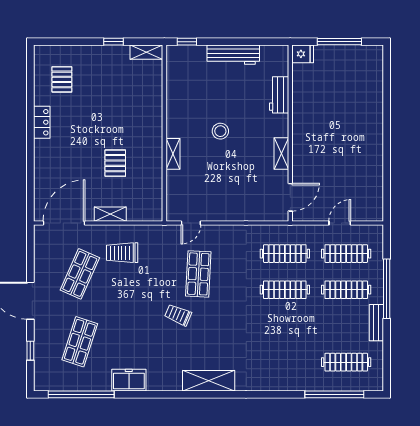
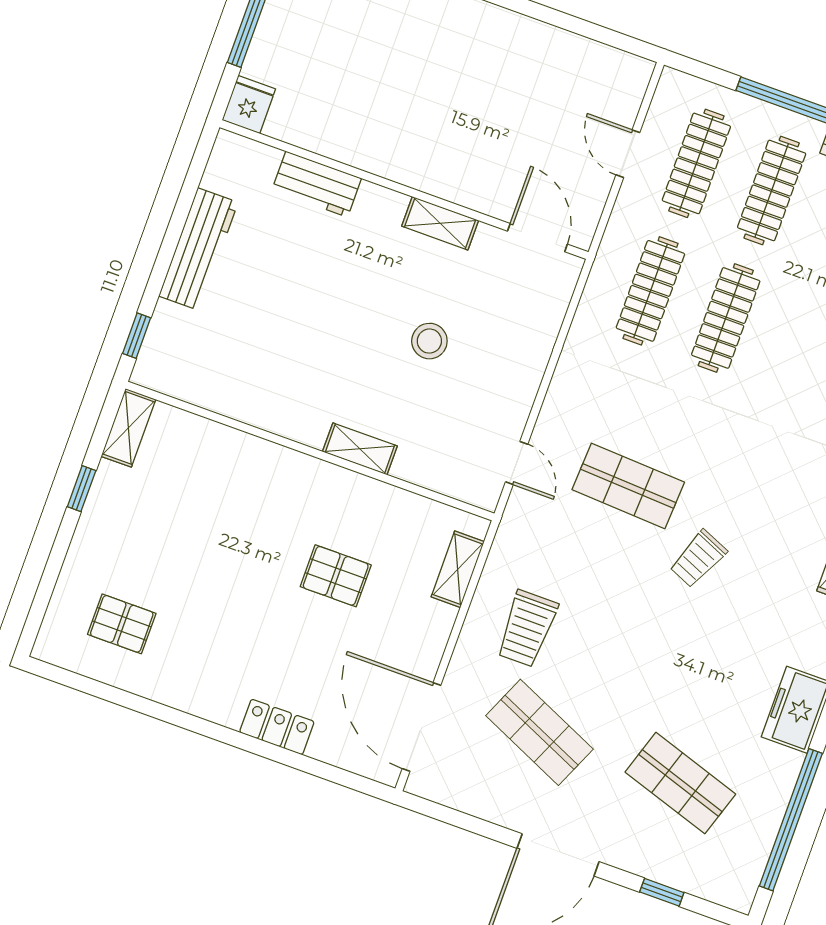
locker: (42, 122) -> (277, 727), moved
stool: (220, 131) -> (429, 341), moved
shelving: (110, 214) -> (458, 569), moved

